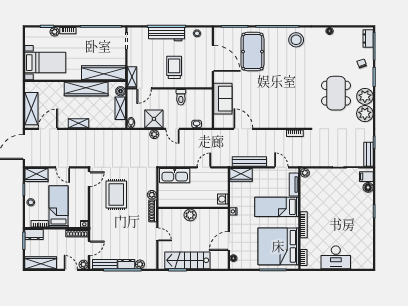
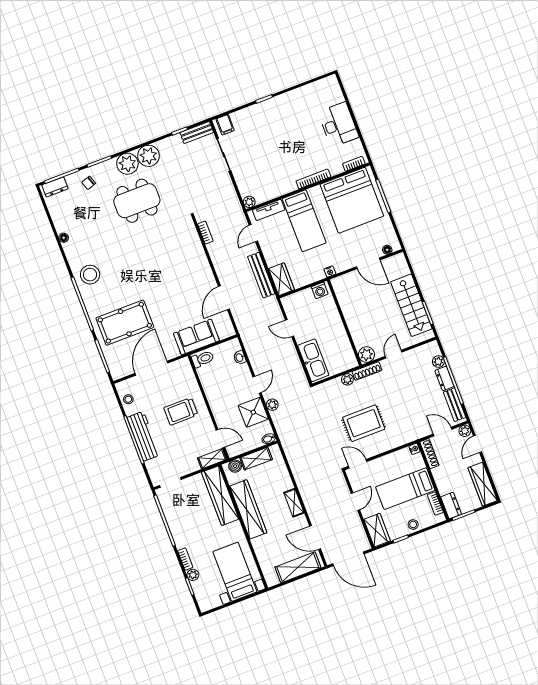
toilet: (181, 97) -> (203, 359), moved
floor lamp: (368, 187) -> (238, 117), removed
plant: (190, 215) -> (366, 355), moved

